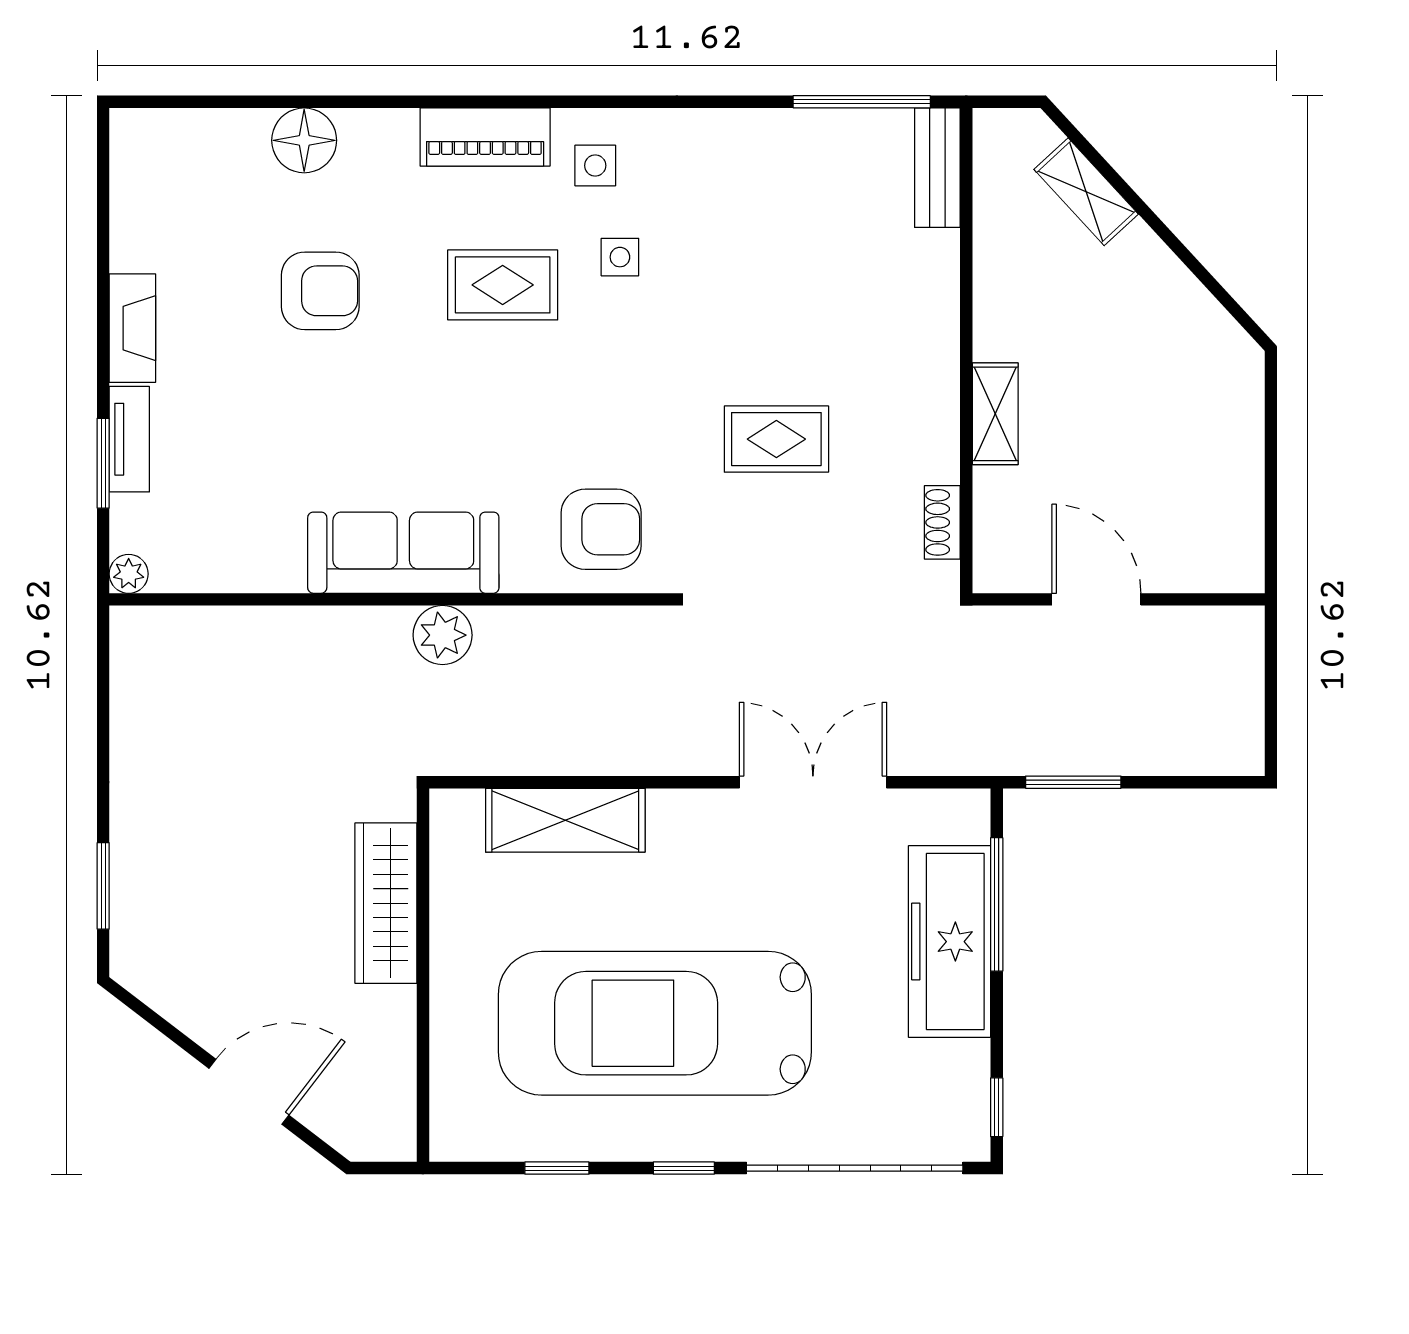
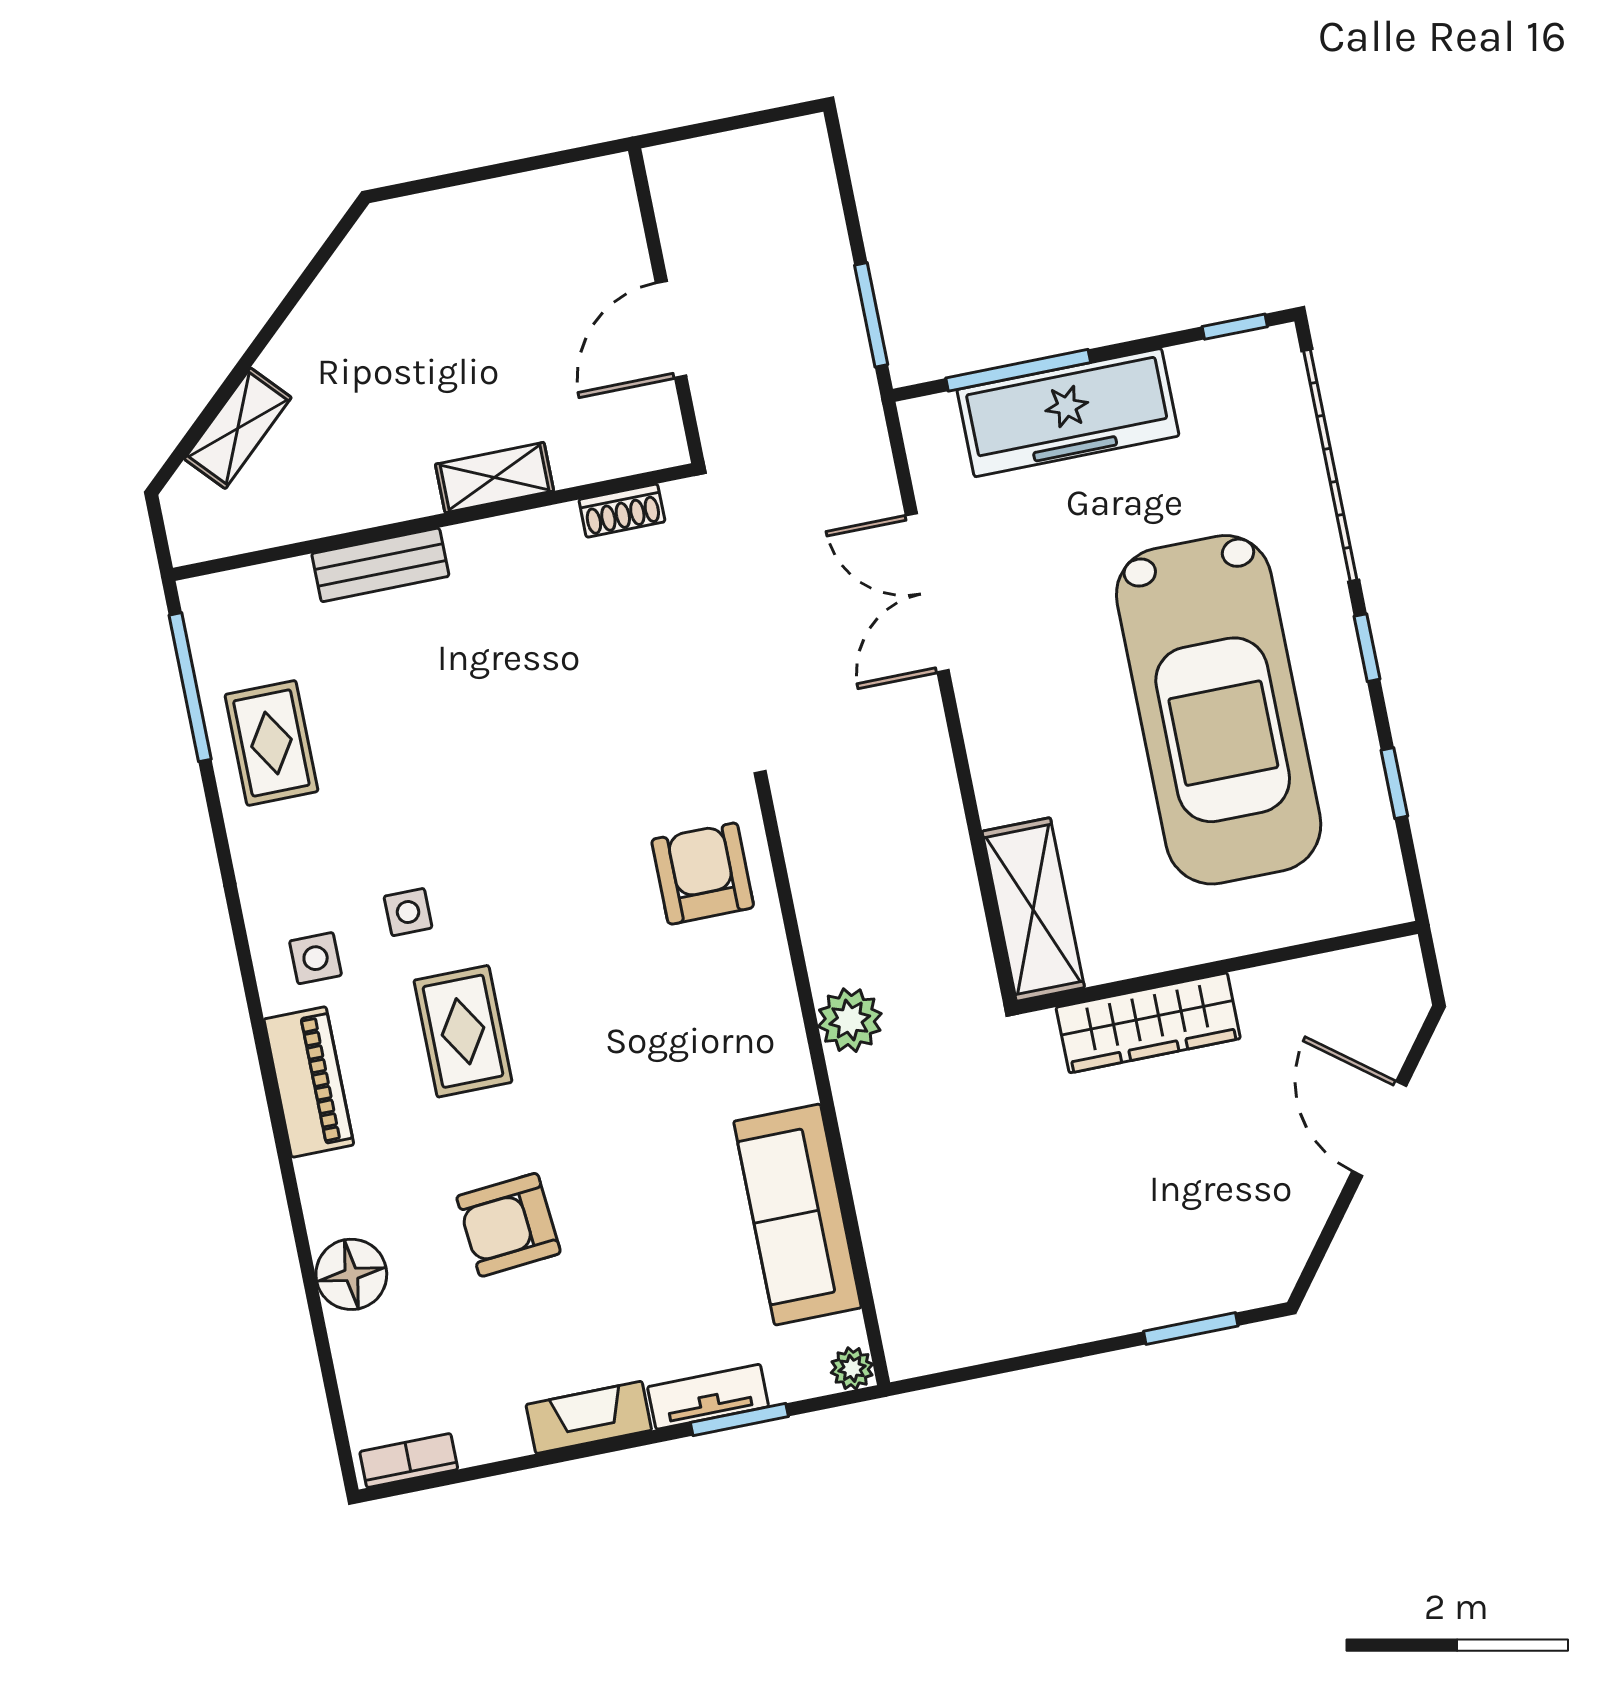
bookcase: (126, 158) -> (409, 1461), added
bench: (937, 168) -> (380, 565), moved
armchair: (320, 291) -> (509, 1225), turned -95
rug: (776, 439) -> (271, 743), moved
sofa: (403, 553) -> (797, 1215), moved
shelving: (565, 820) -> (1033, 909), moved

